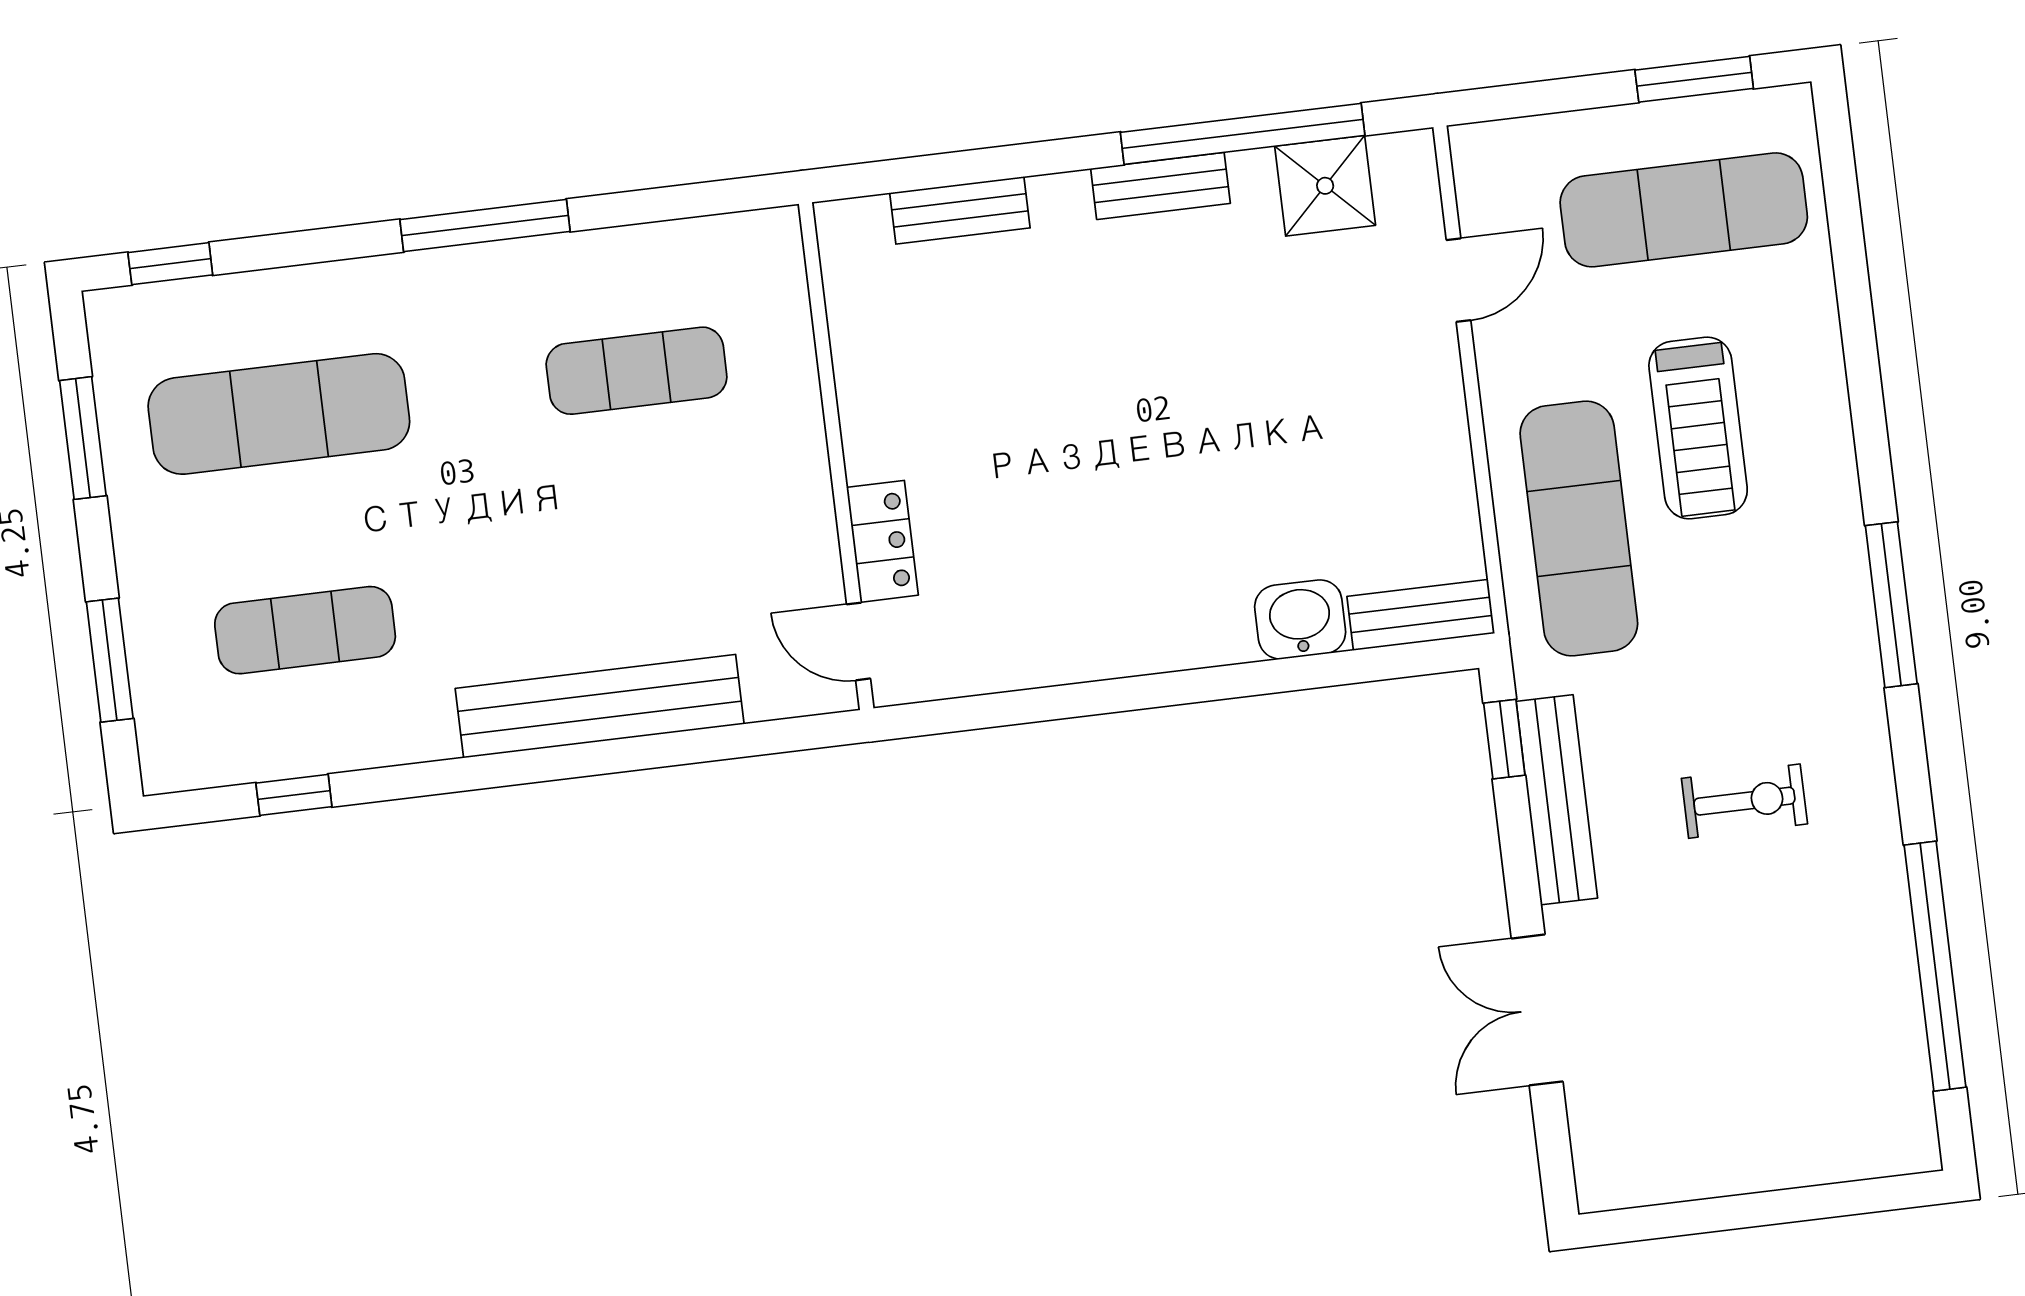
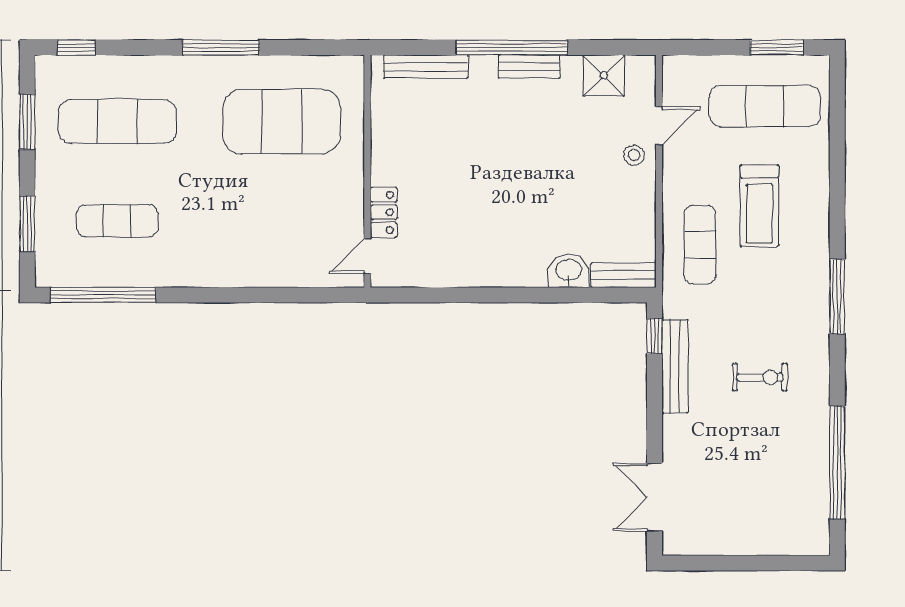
window: (1243, 134) -> (512, 48), moved
bench: (960, 210) -> (426, 67), width x1.36
stool: (1412, 351) -> (634, 155), added
exercise mat: (637, 371) -> (282, 122), width x2.00, depth x1.45
exercise mat: (1579, 528) -> (700, 245), width x0.73, depth x0.69
door: (859, 641) -> (367, 256), hinge flipped
bench: (600, 706) -> (247, 272), removed
window: (294, 795) -> (103, 295), width x3.17
double door: (1537, 1010) -> (655, 497), moved

